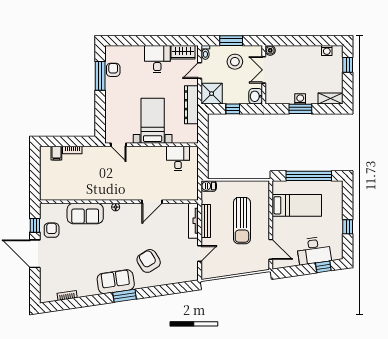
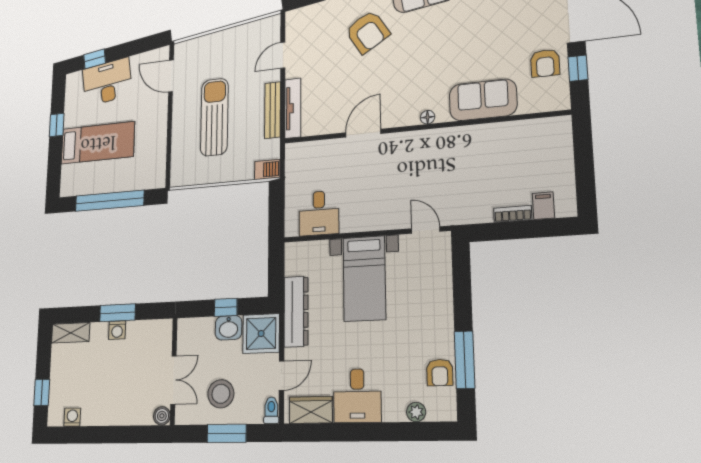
plant: (126, 50) -> (416, 412), added
washbasin: (256, 96) -> (229, 328), moved, turned 90
bed: (297, 205) -> (98, 143), moved, turned 180

